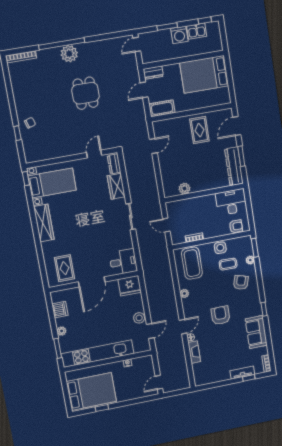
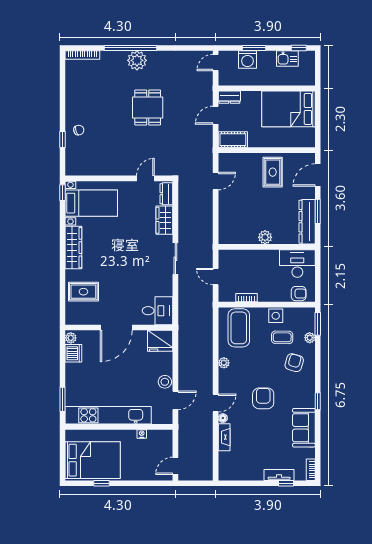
washing machine: (179, 35) -> (247, 60), moved
plant: (184, 188) -> (265, 237), moved
rug: (64, 268) -> (83, 292), moved, turned 90
plant: (62, 331) -> (71, 338), moved

